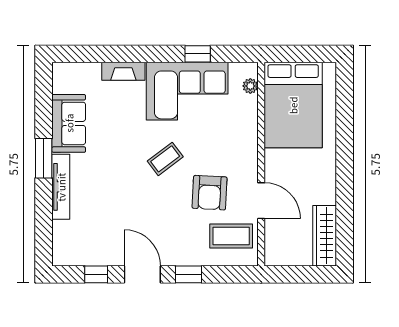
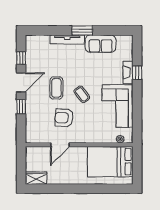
window: (198, 54) -> (137, 73), moved
coffee table: (231, 236) -> (56, 88), moved
wardrobe: (325, 236) -> (36, 178), width x0.67

